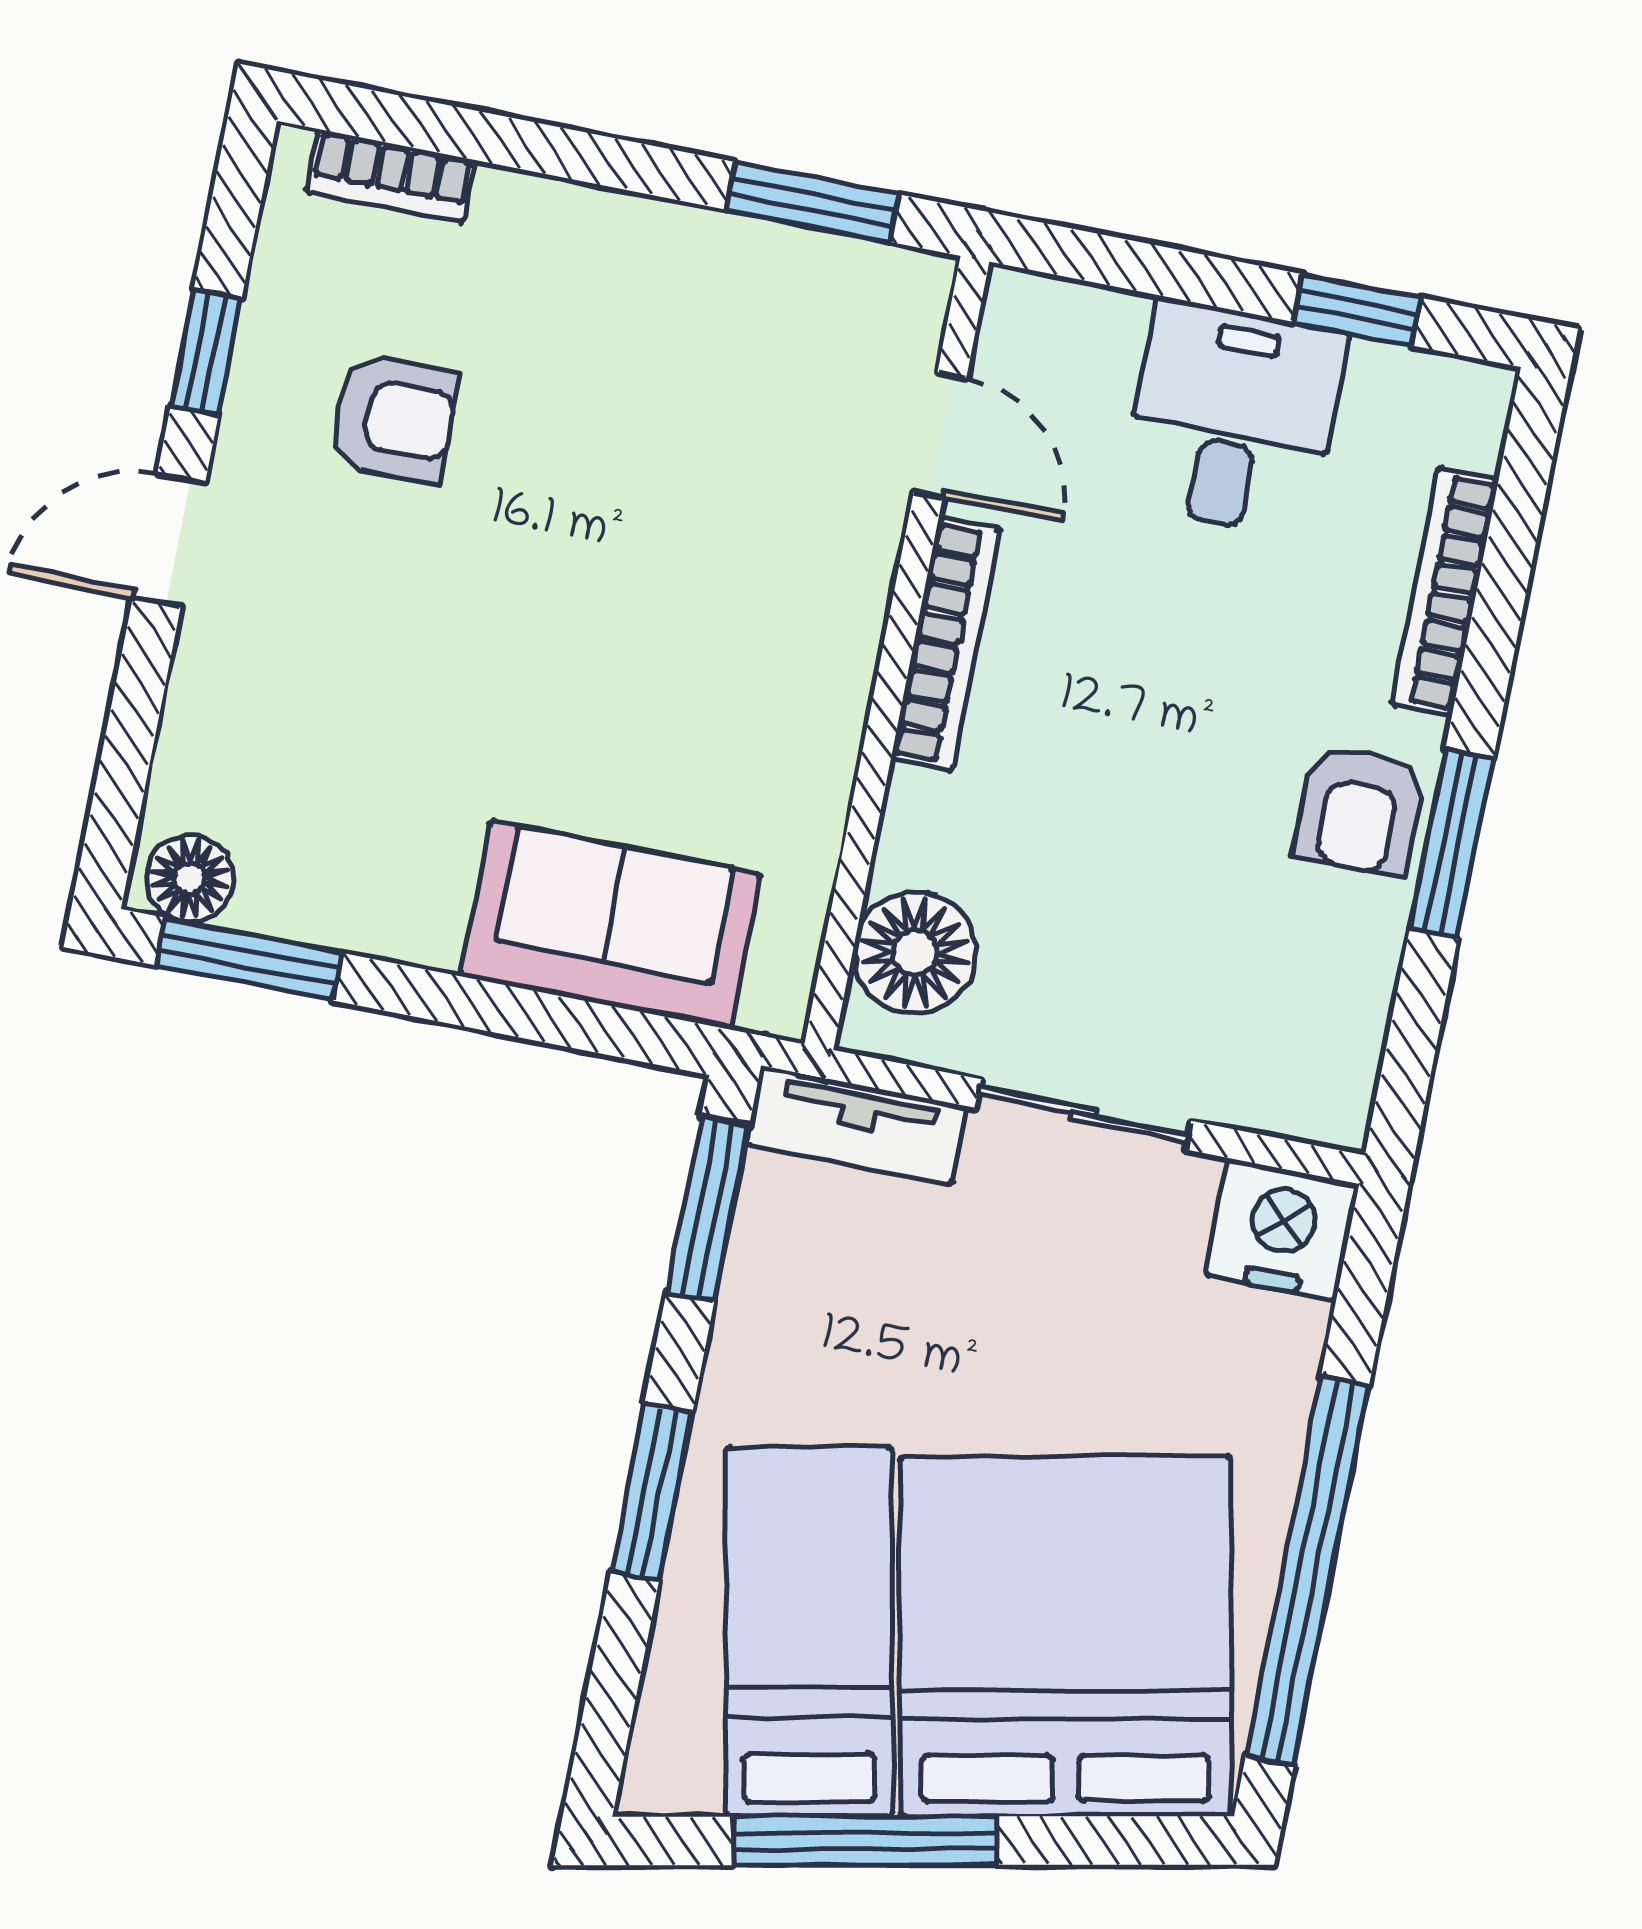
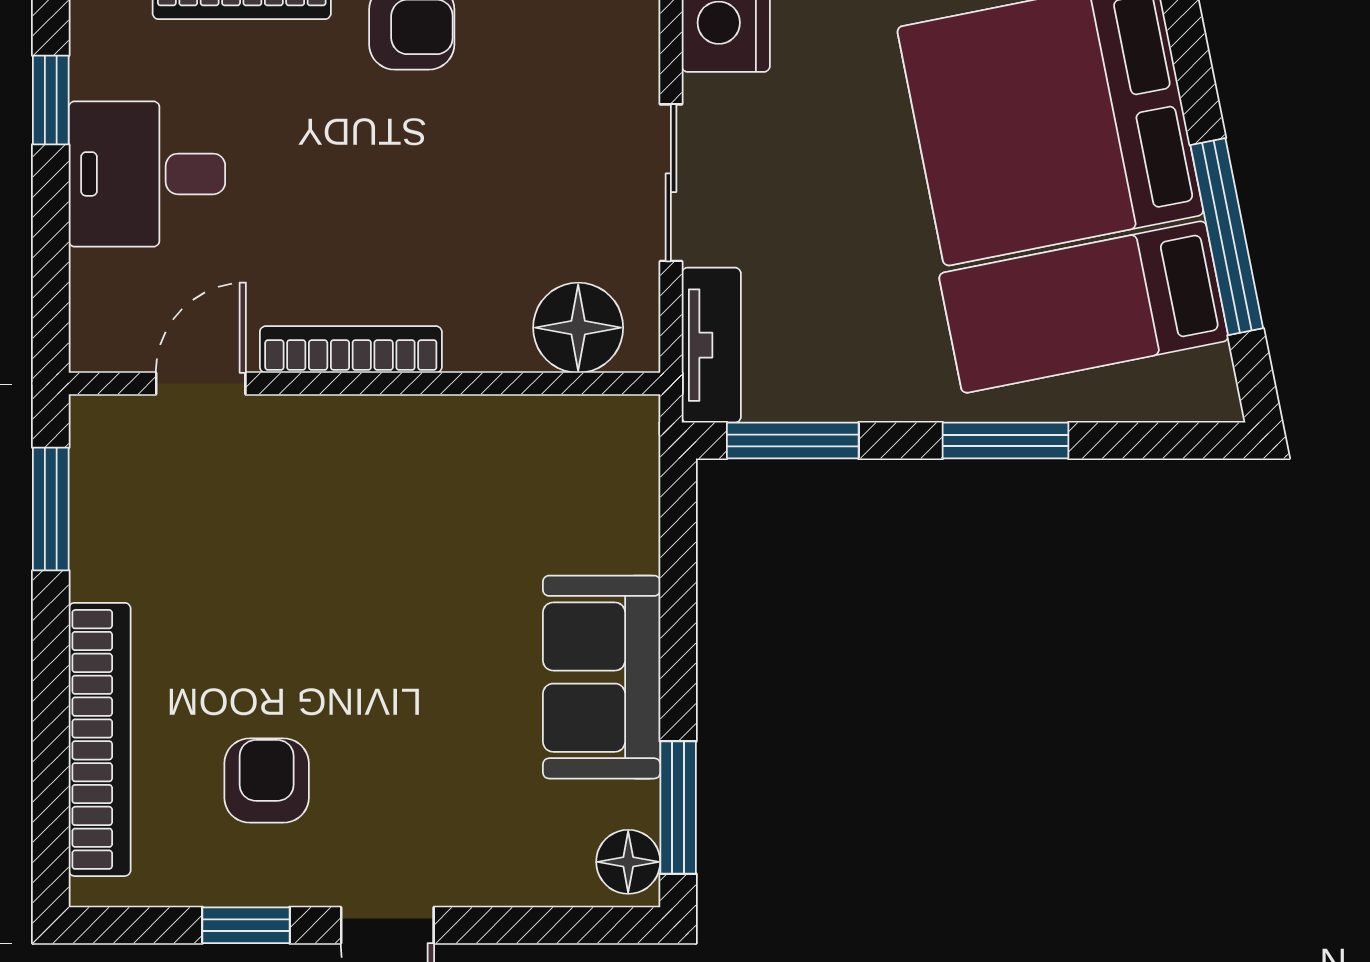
bookcase: (391, 176) -> (100, 739), width x2.31, depth x1.31
sofa: (611, 925) -> (602, 677), moved

